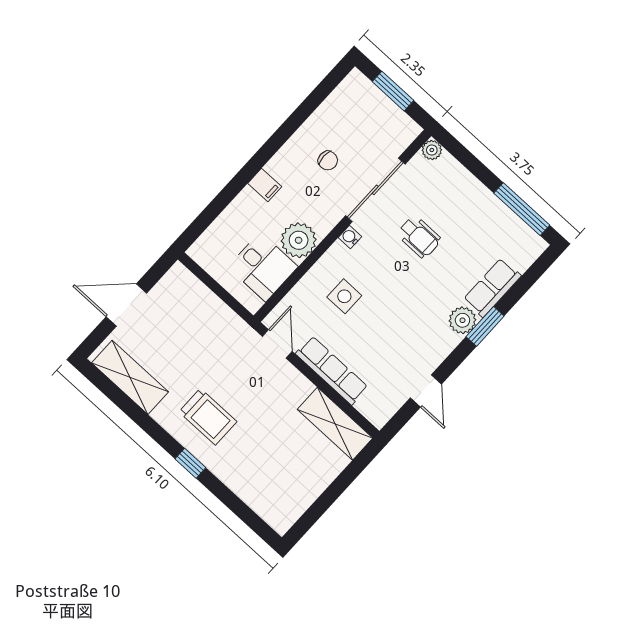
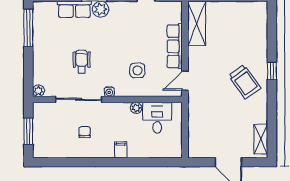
plant: (299, 240) -> (136, 108), width x0.53, depth x0.53
shelving: (130, 377) -> (261, 139), width x0.67, depth x0.75
trolley: (208, 417) -> (245, 82), turned 144

